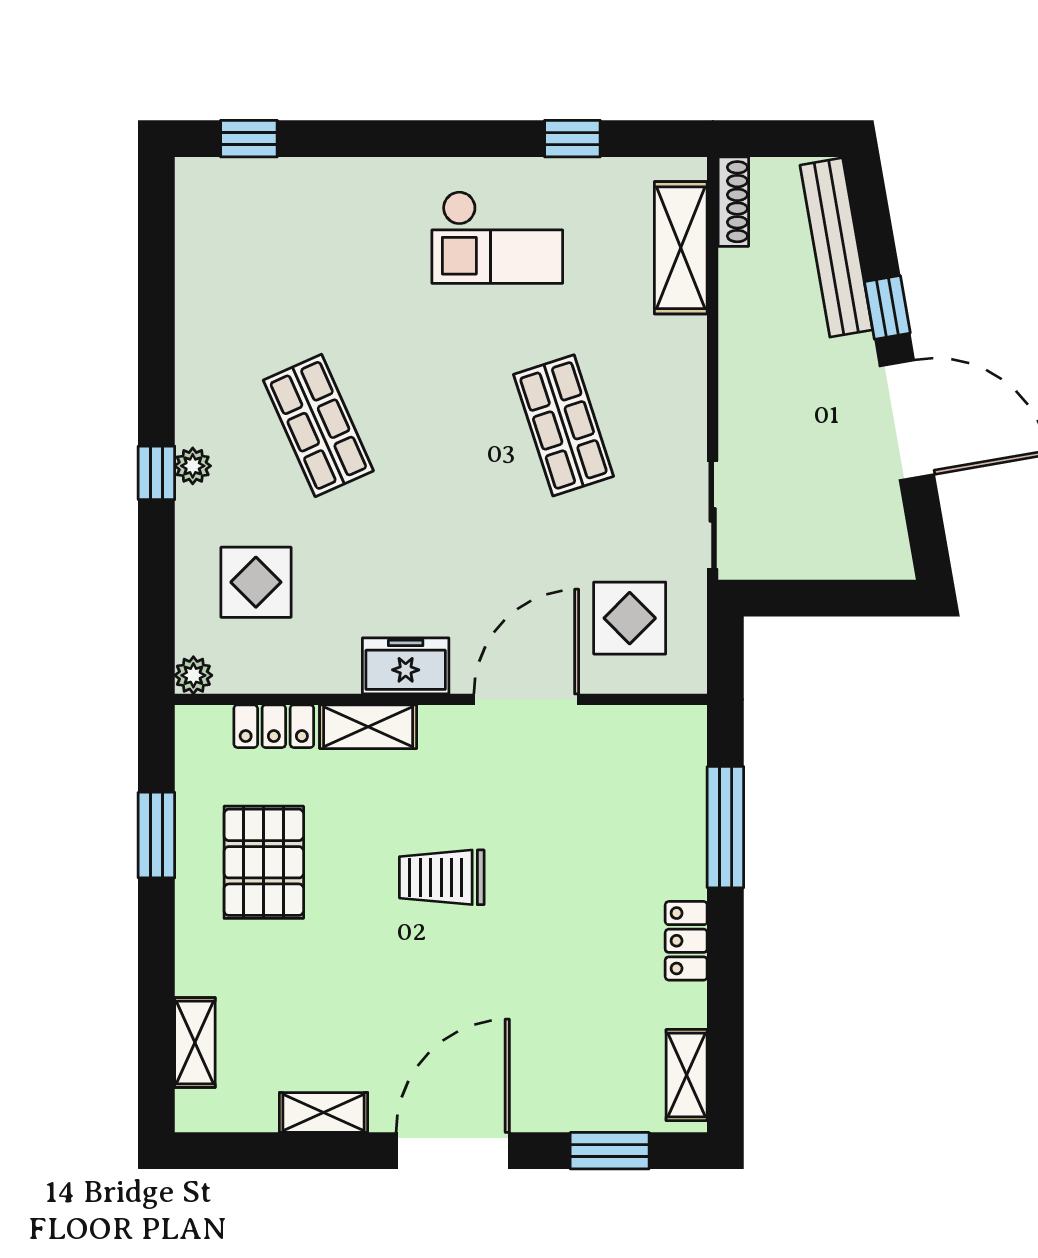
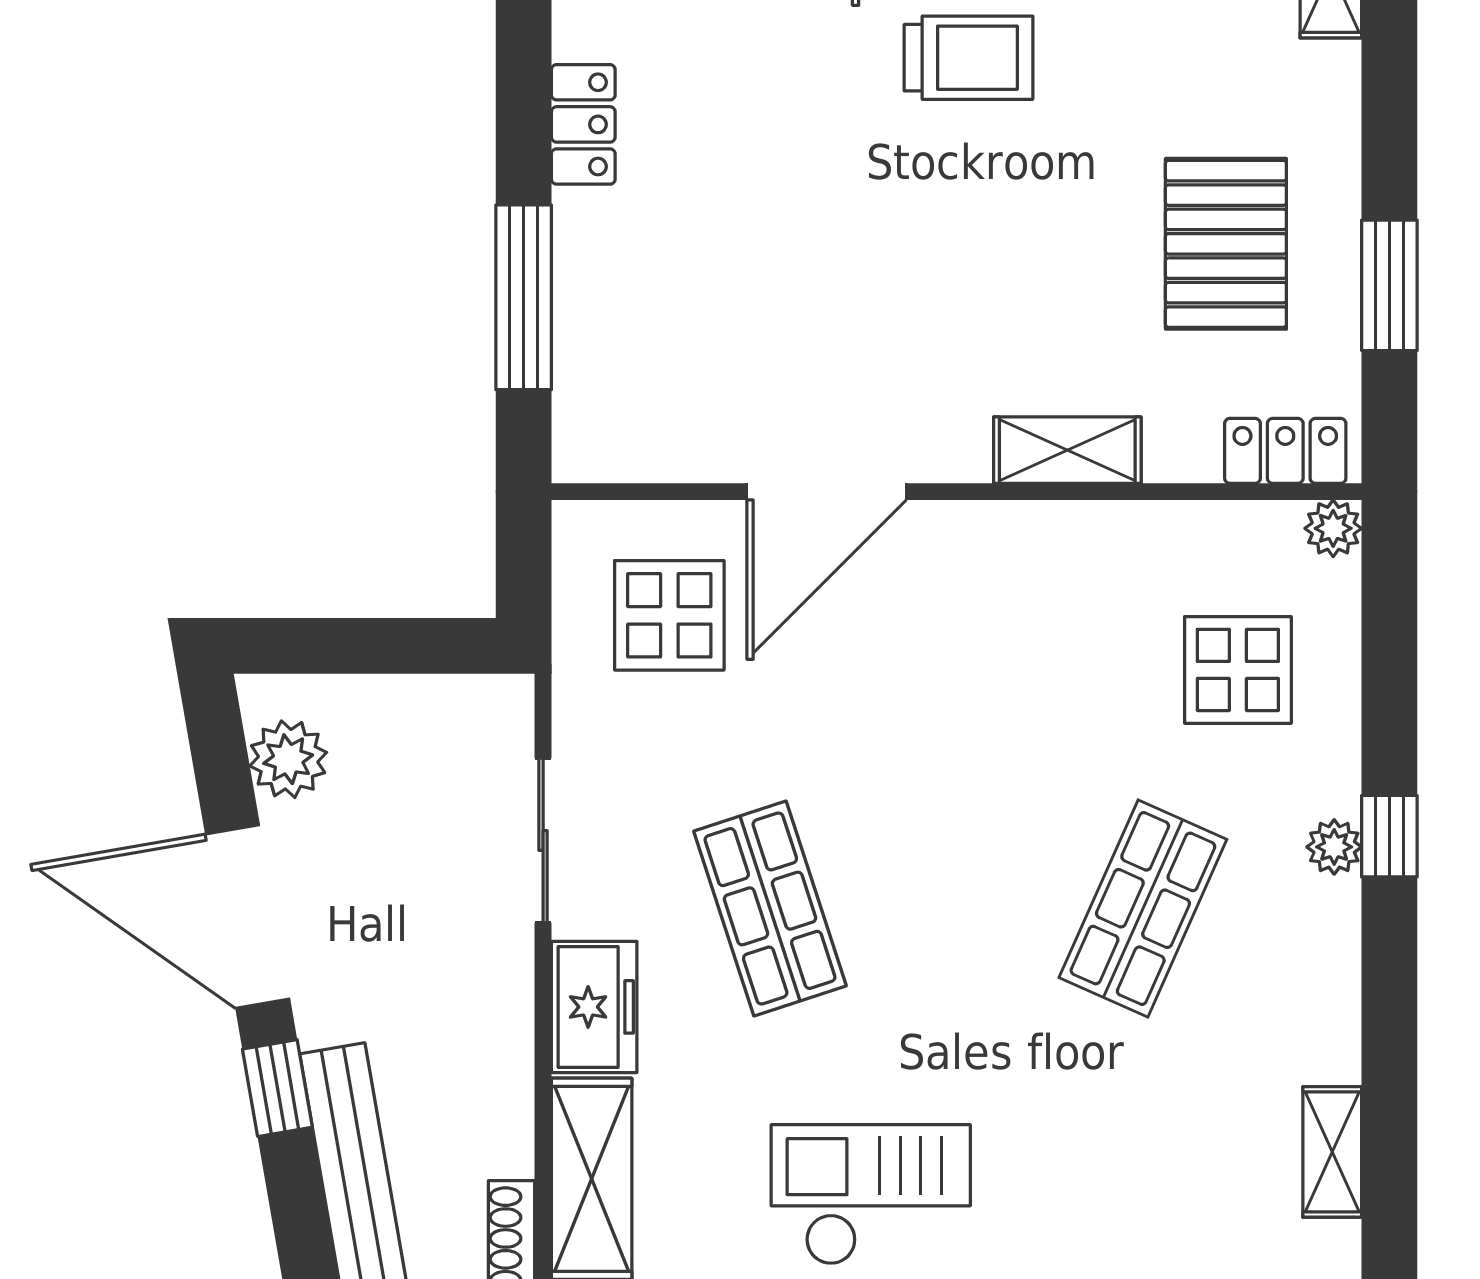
shelving: (194, 265) -> (1332, 1152), added
shop shelf: (318, 425) -> (1143, 908), turned 48
sliding door: (713, 515) -> (543, 841), moved
plant: (880, 524) -> (288, 759), added
freezer: (406, 666) -> (594, 1007), moved, turned -90
locker: (274, 726) -> (1285, 451), moved
trolley: (442, 877) -> (968, 58), moved

